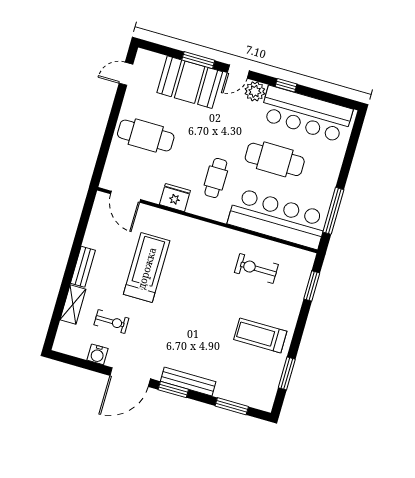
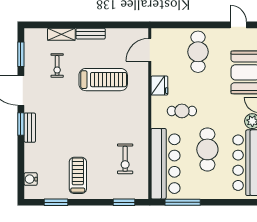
exercise bike: (256, 269) -> (125, 159), turned 180
water cooler: (97, 354) -> (31, 179), moved
bench: (188, 381) -> (30, 128), width x0.73
window: (232, 406) -> (21, 54), moved

